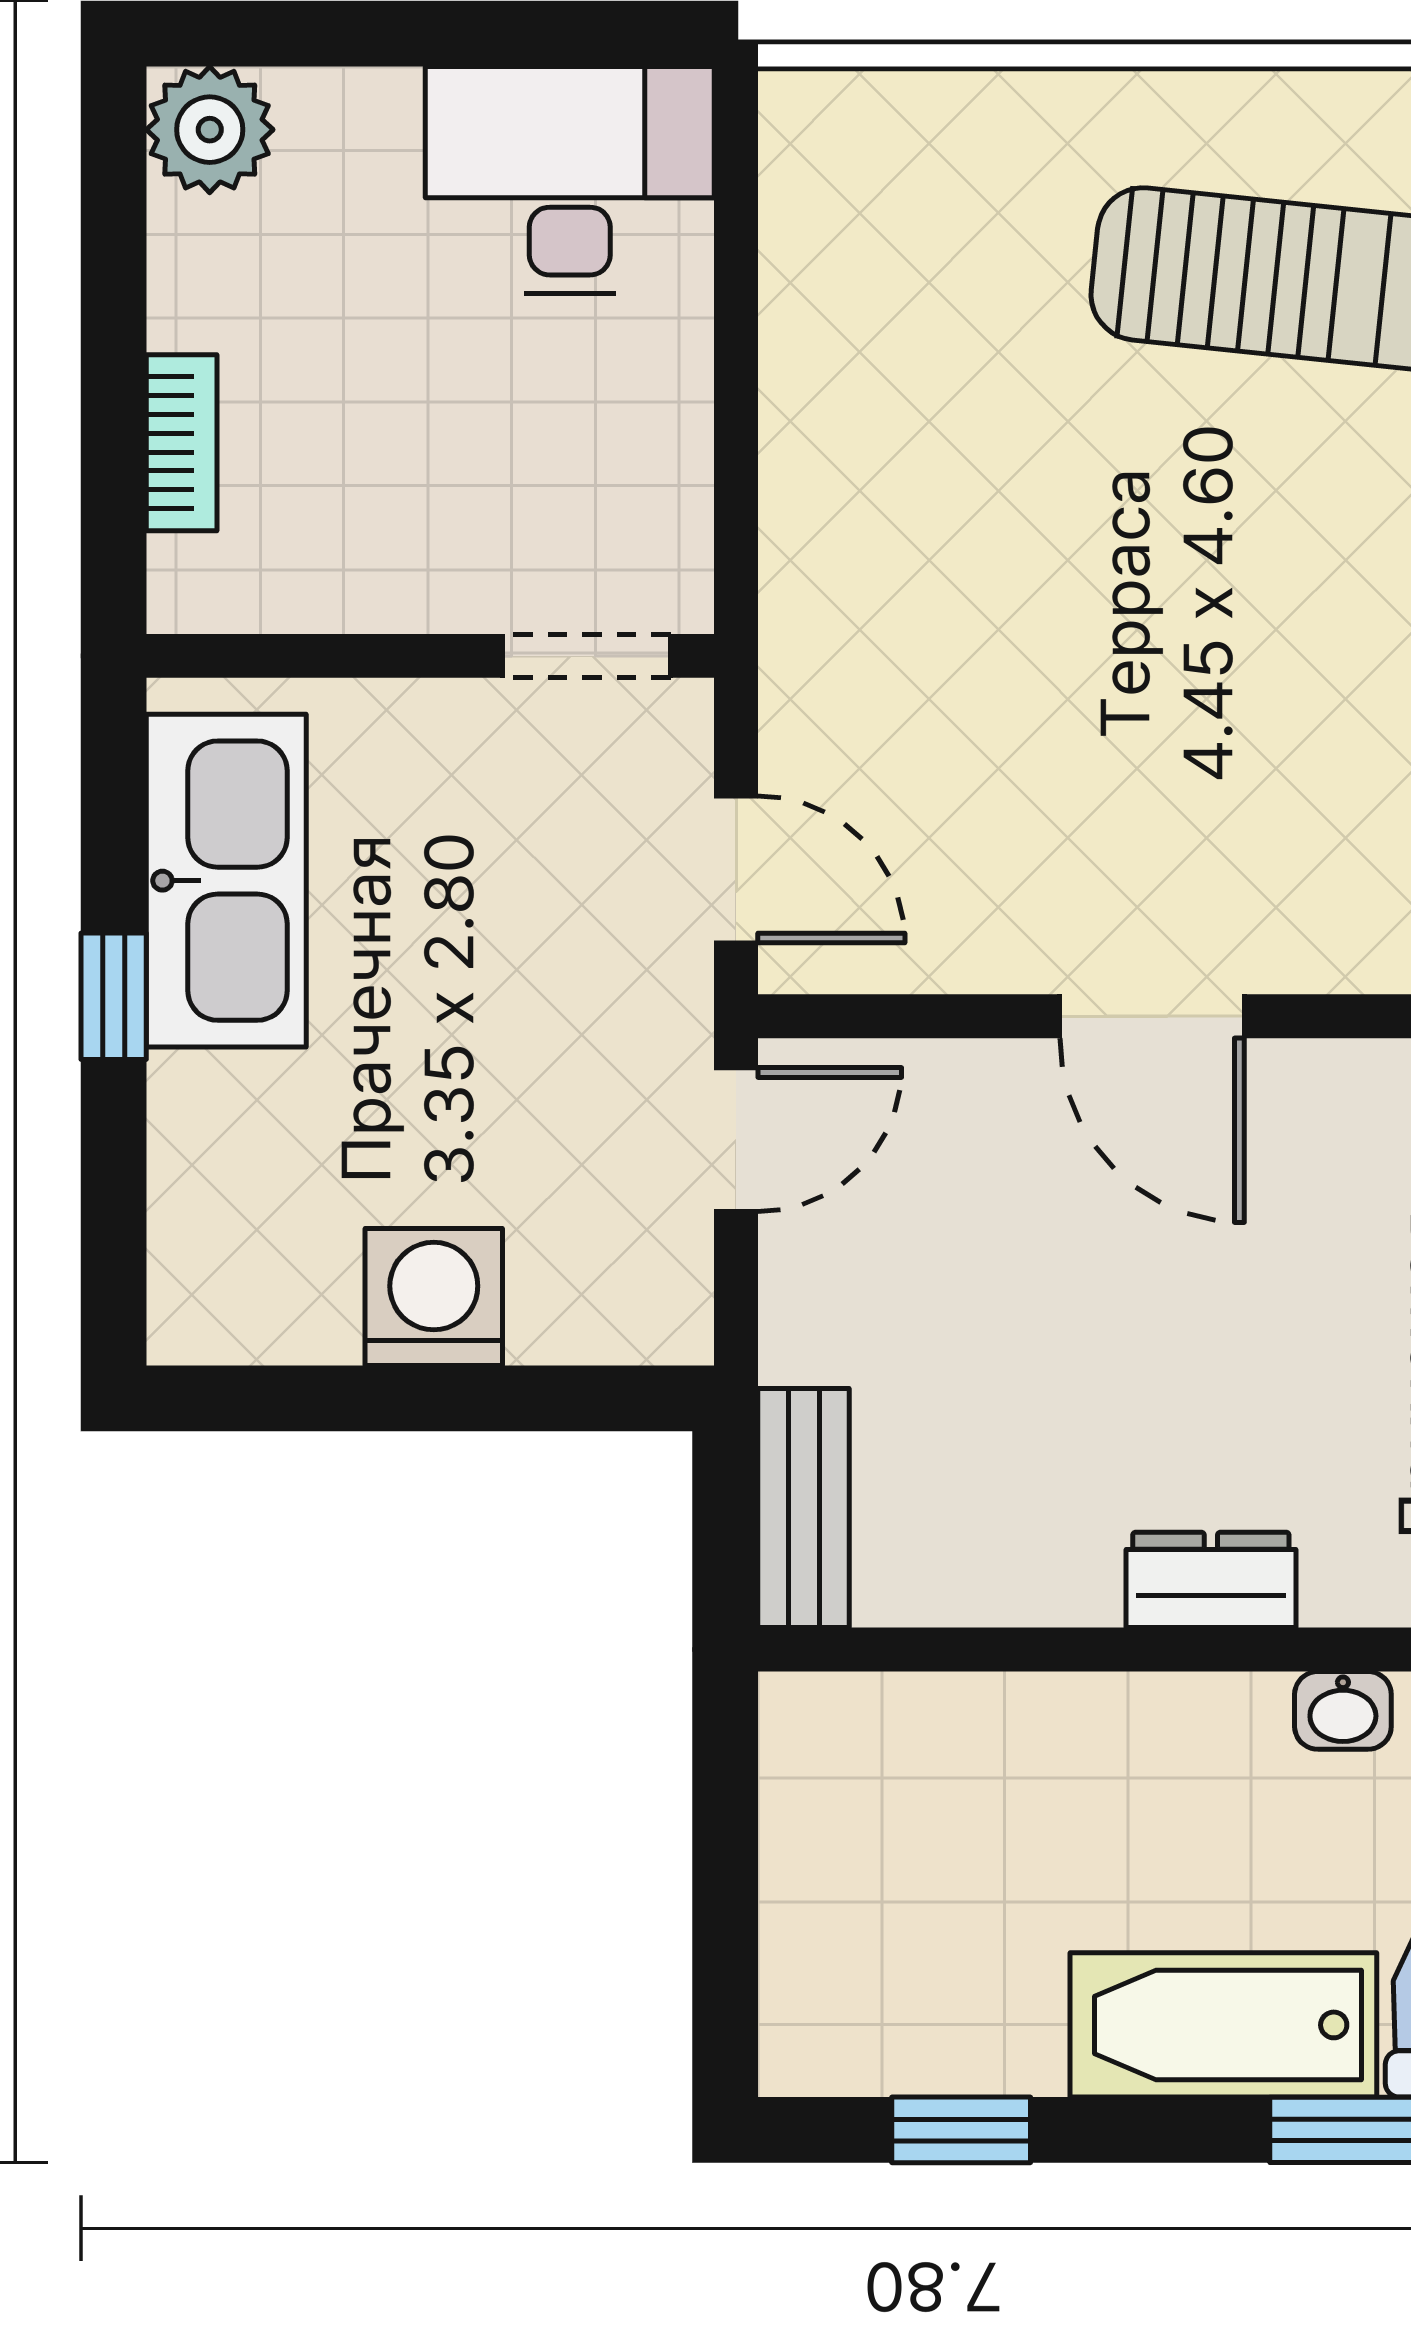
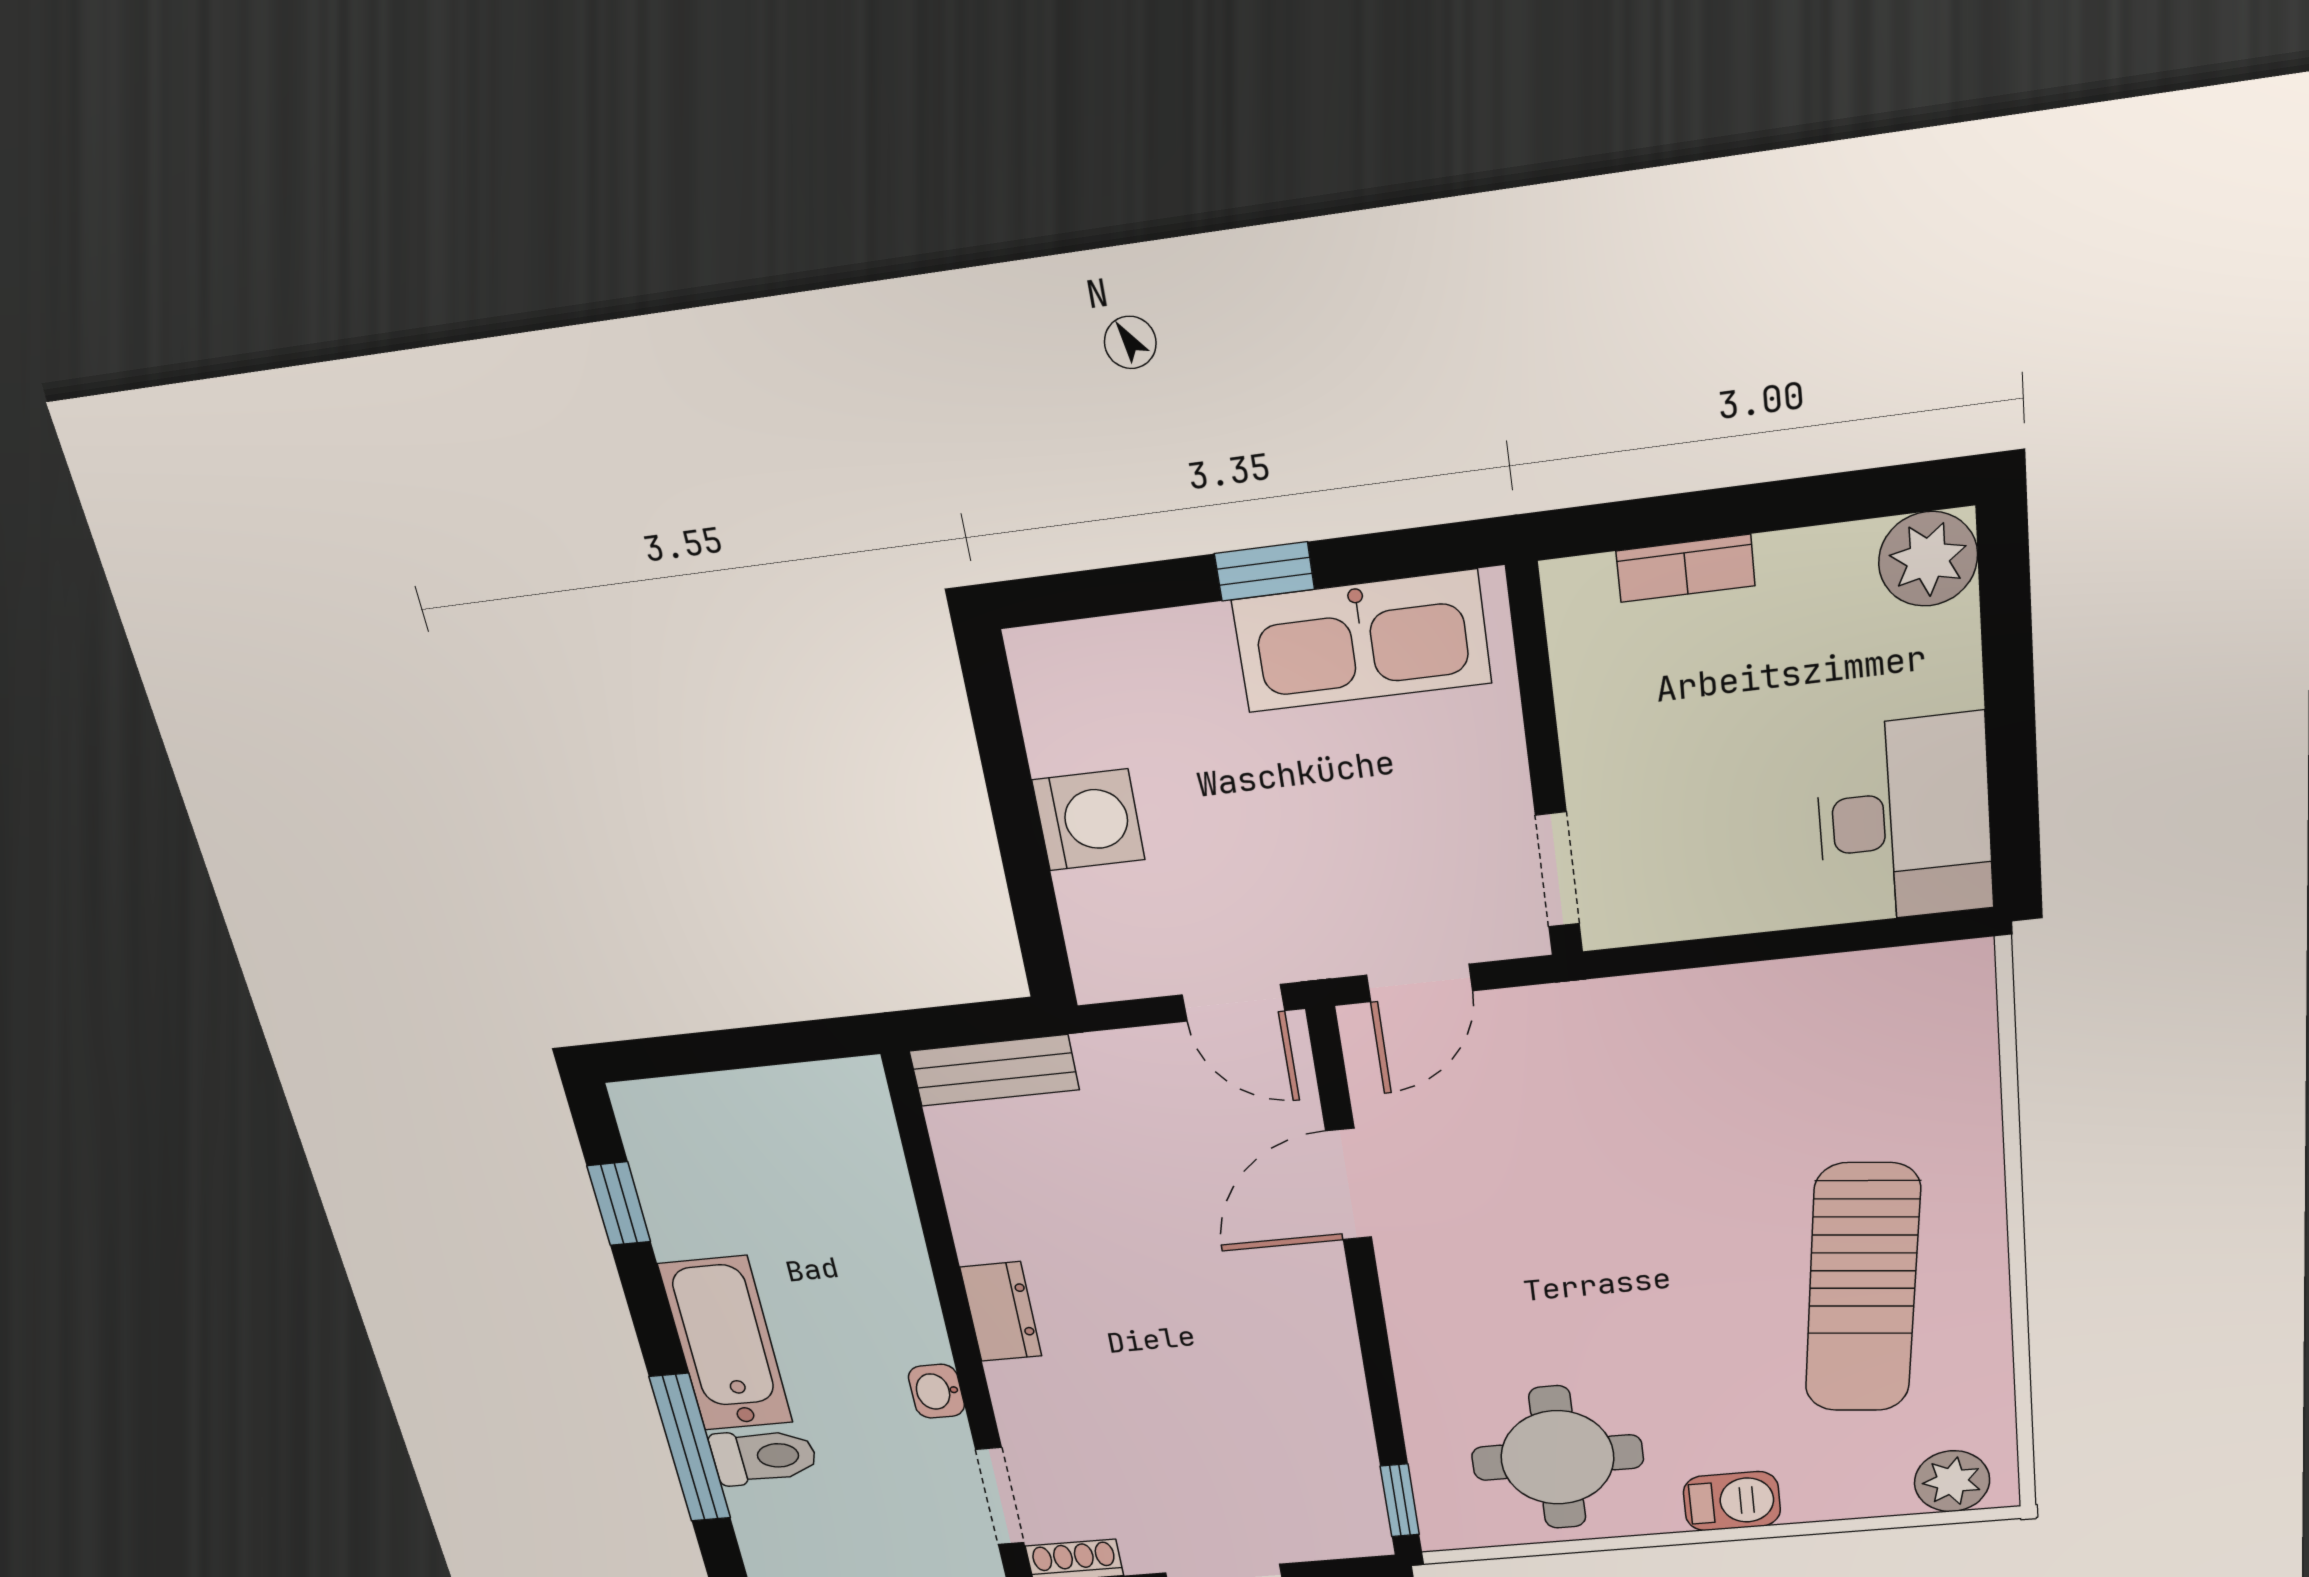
door: (1152, 1016) -> (1349, 1184), moved

